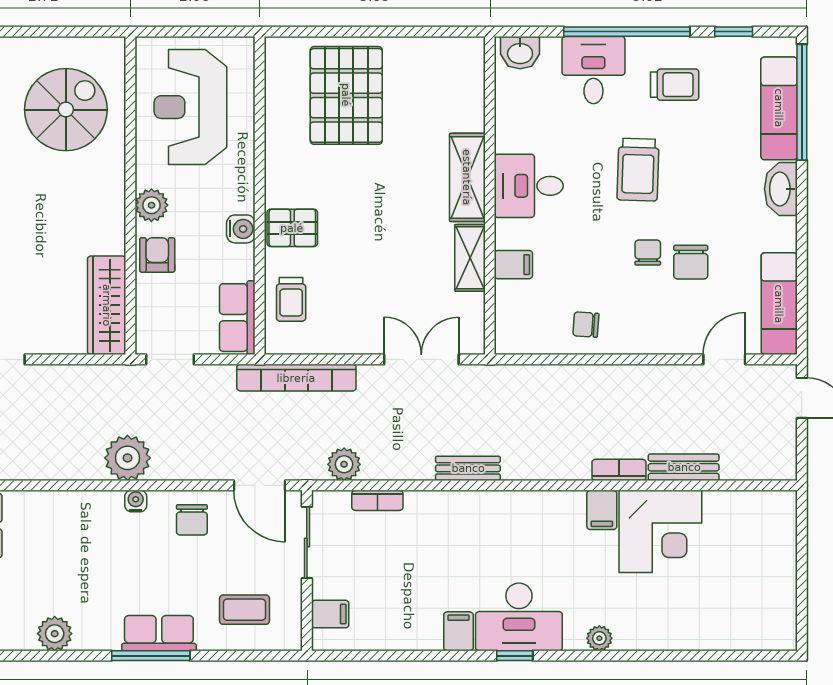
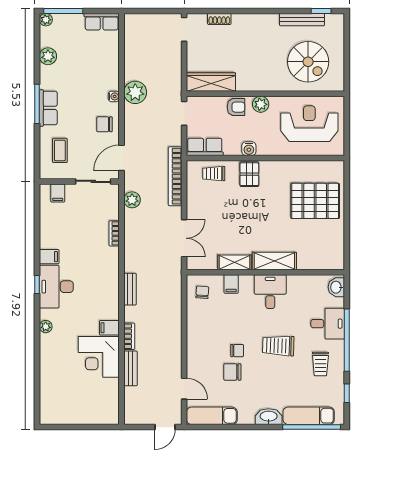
chair: (586, 325) -> (202, 292), moved
bench: (468, 468) -> (130, 289), moved
bookcase: (377, 500) -> (114, 233), moved

